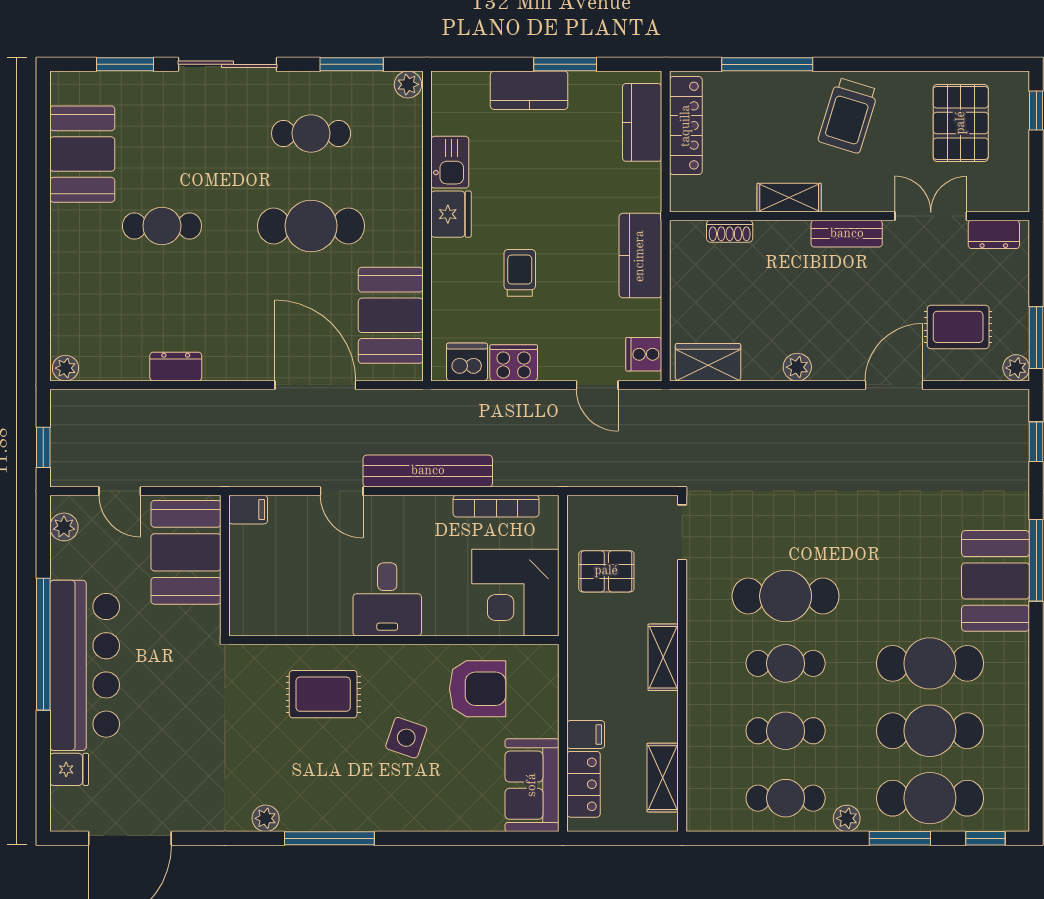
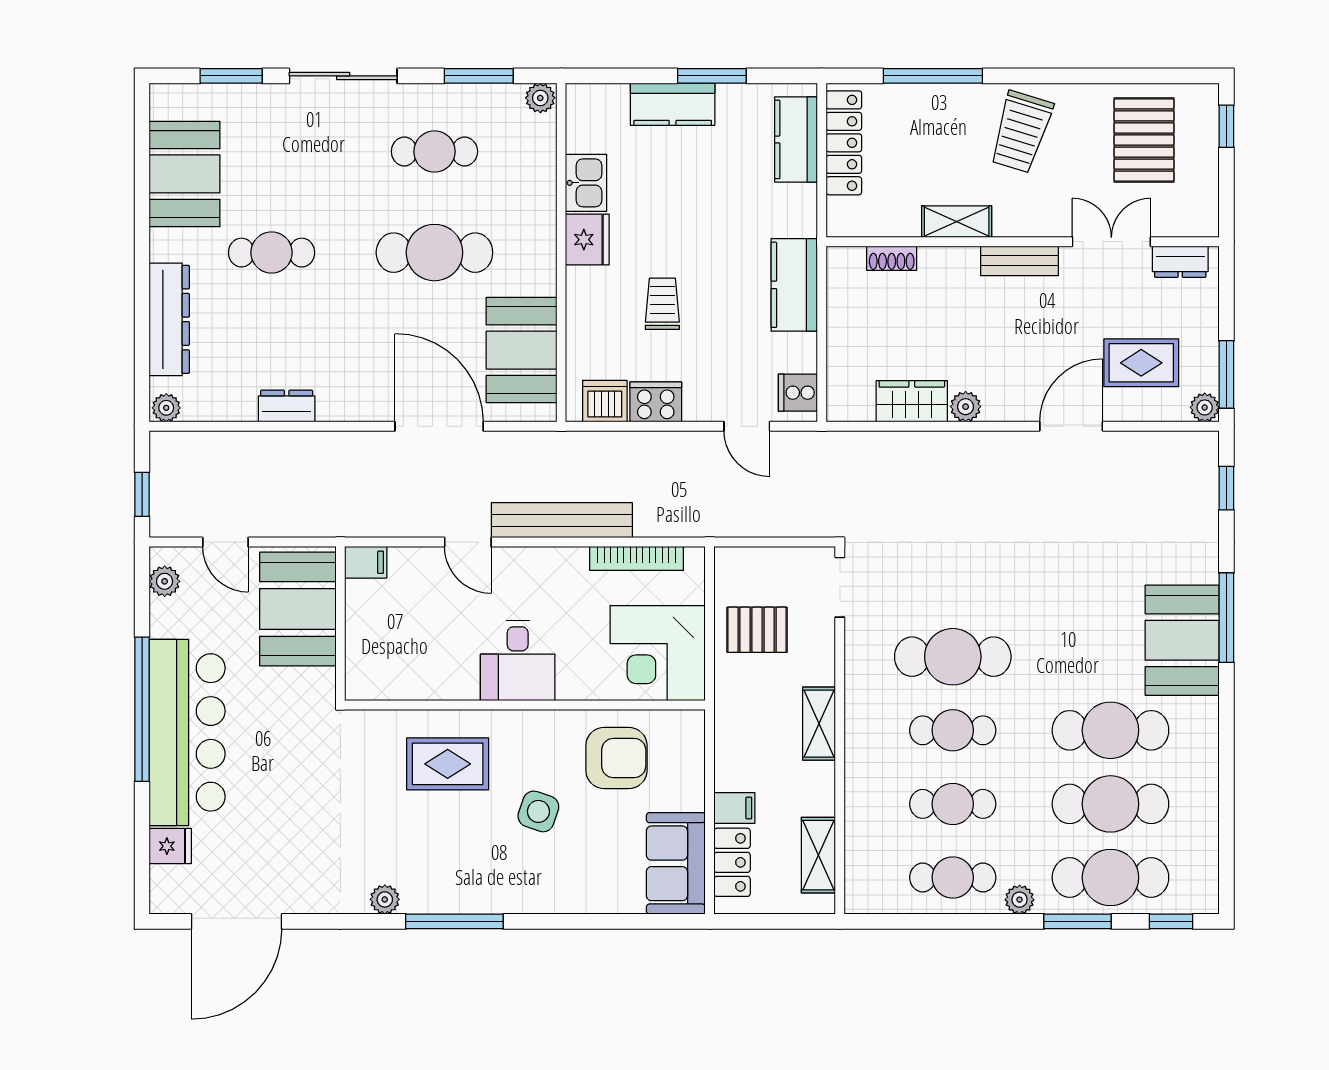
dresser: (68, 287) -> (169, 319), added
wardrobe: (708, 362) -> (912, 401), moved

